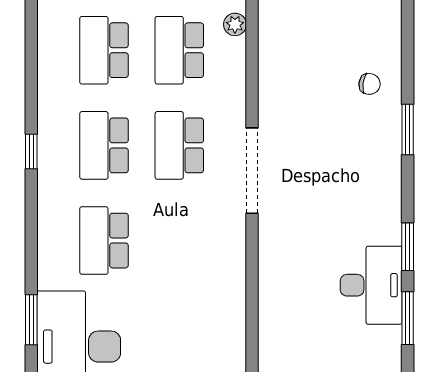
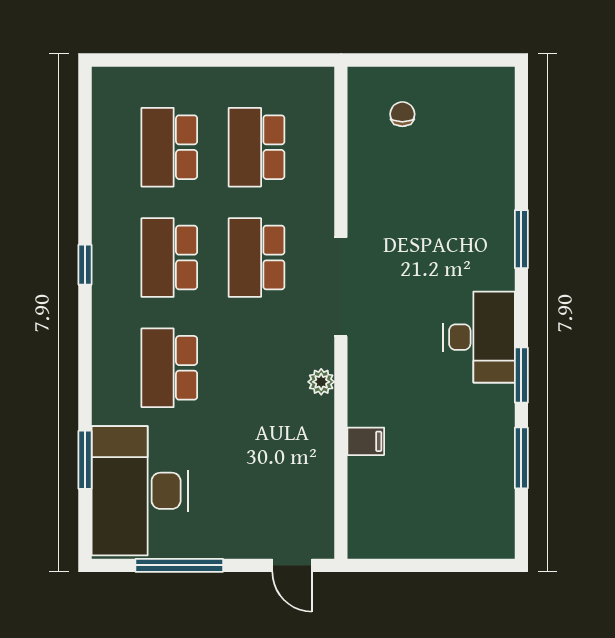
plant: (235, 24) -> (321, 382), moved
chair: (370, 84) -> (402, 114), moved, turned -98
desk: (371, 285) -> (479, 337), moved
filing cabinet: (274, 304) -> (366, 441), added

